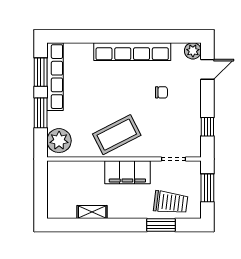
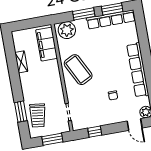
filing cabinet: (127, 172) -> (47, 44), moved

